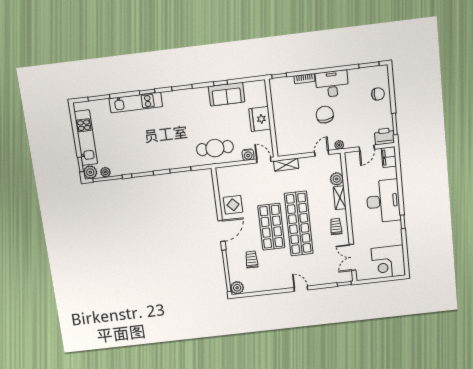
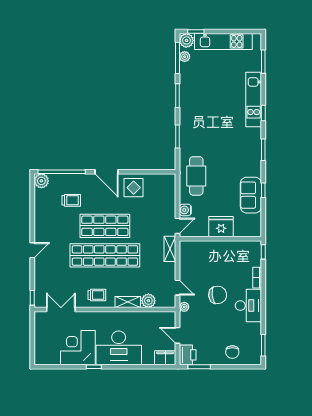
corner desk: (388, 262) -> (78, 348), moved

